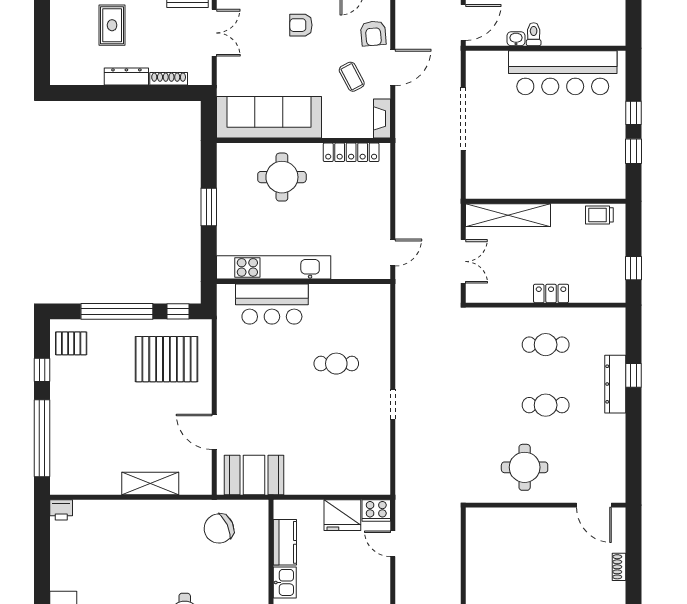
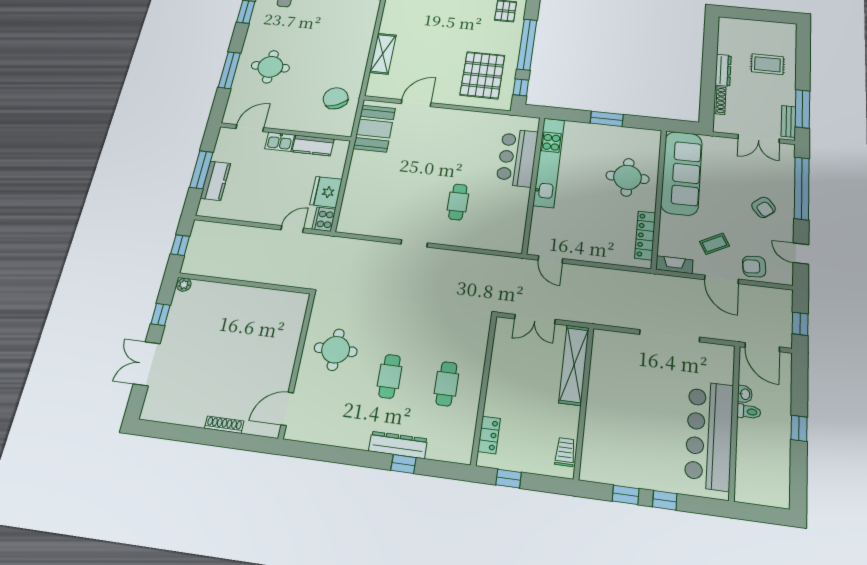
armchair: (301, 25) -> (764, 207), turned 141
locker: (551, 293) -> (489, 435), moved
shoe rack: (619, 567) -> (224, 425), width x1.43

